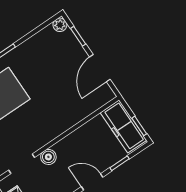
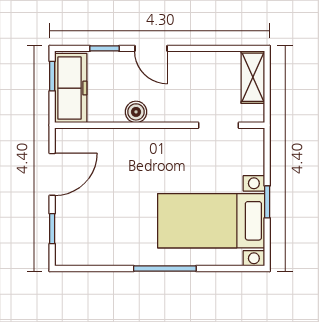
plant: (60, 25) -> (64, 256), removed
boiler: (48, 157) -> (136, 112), moved

